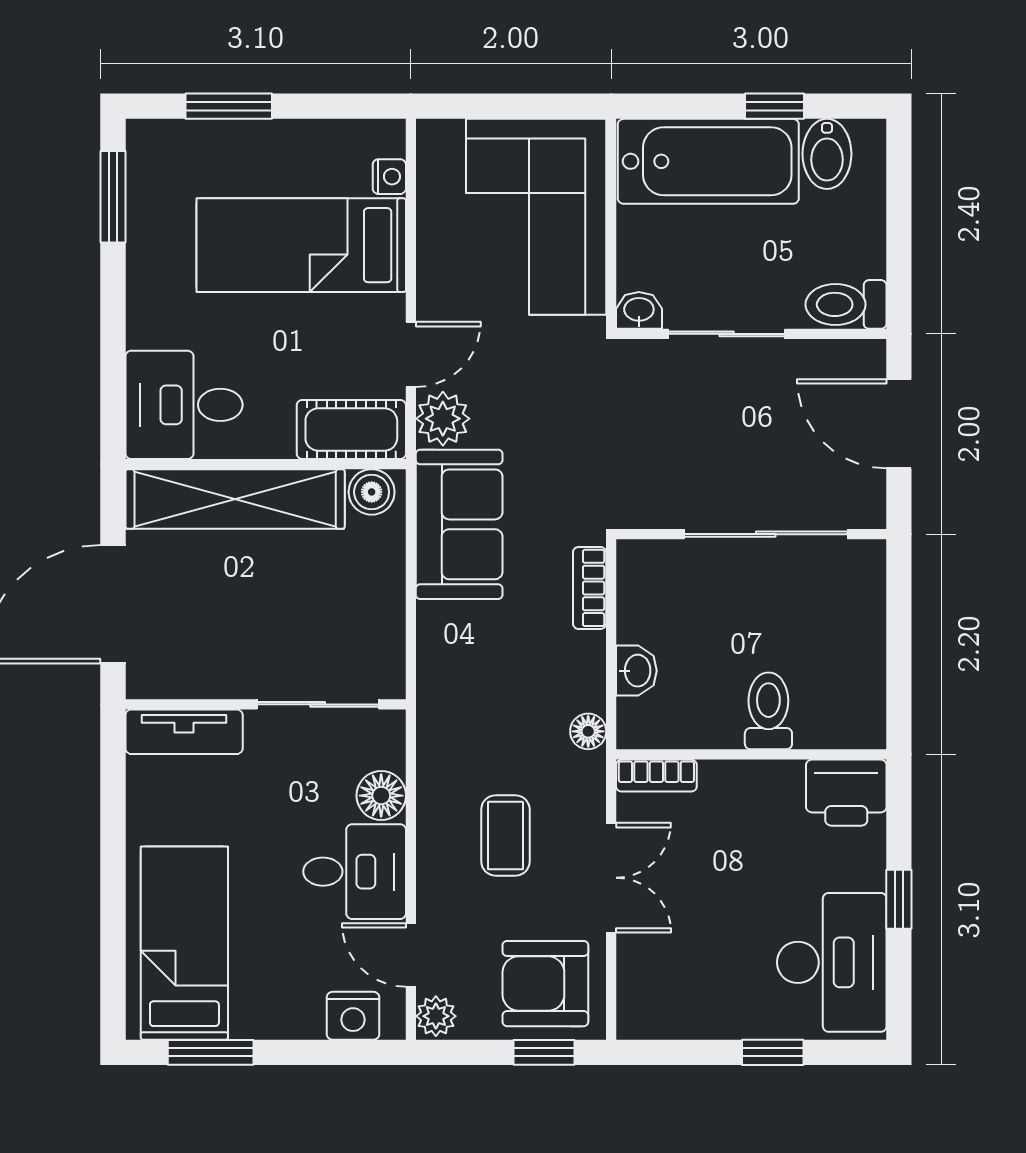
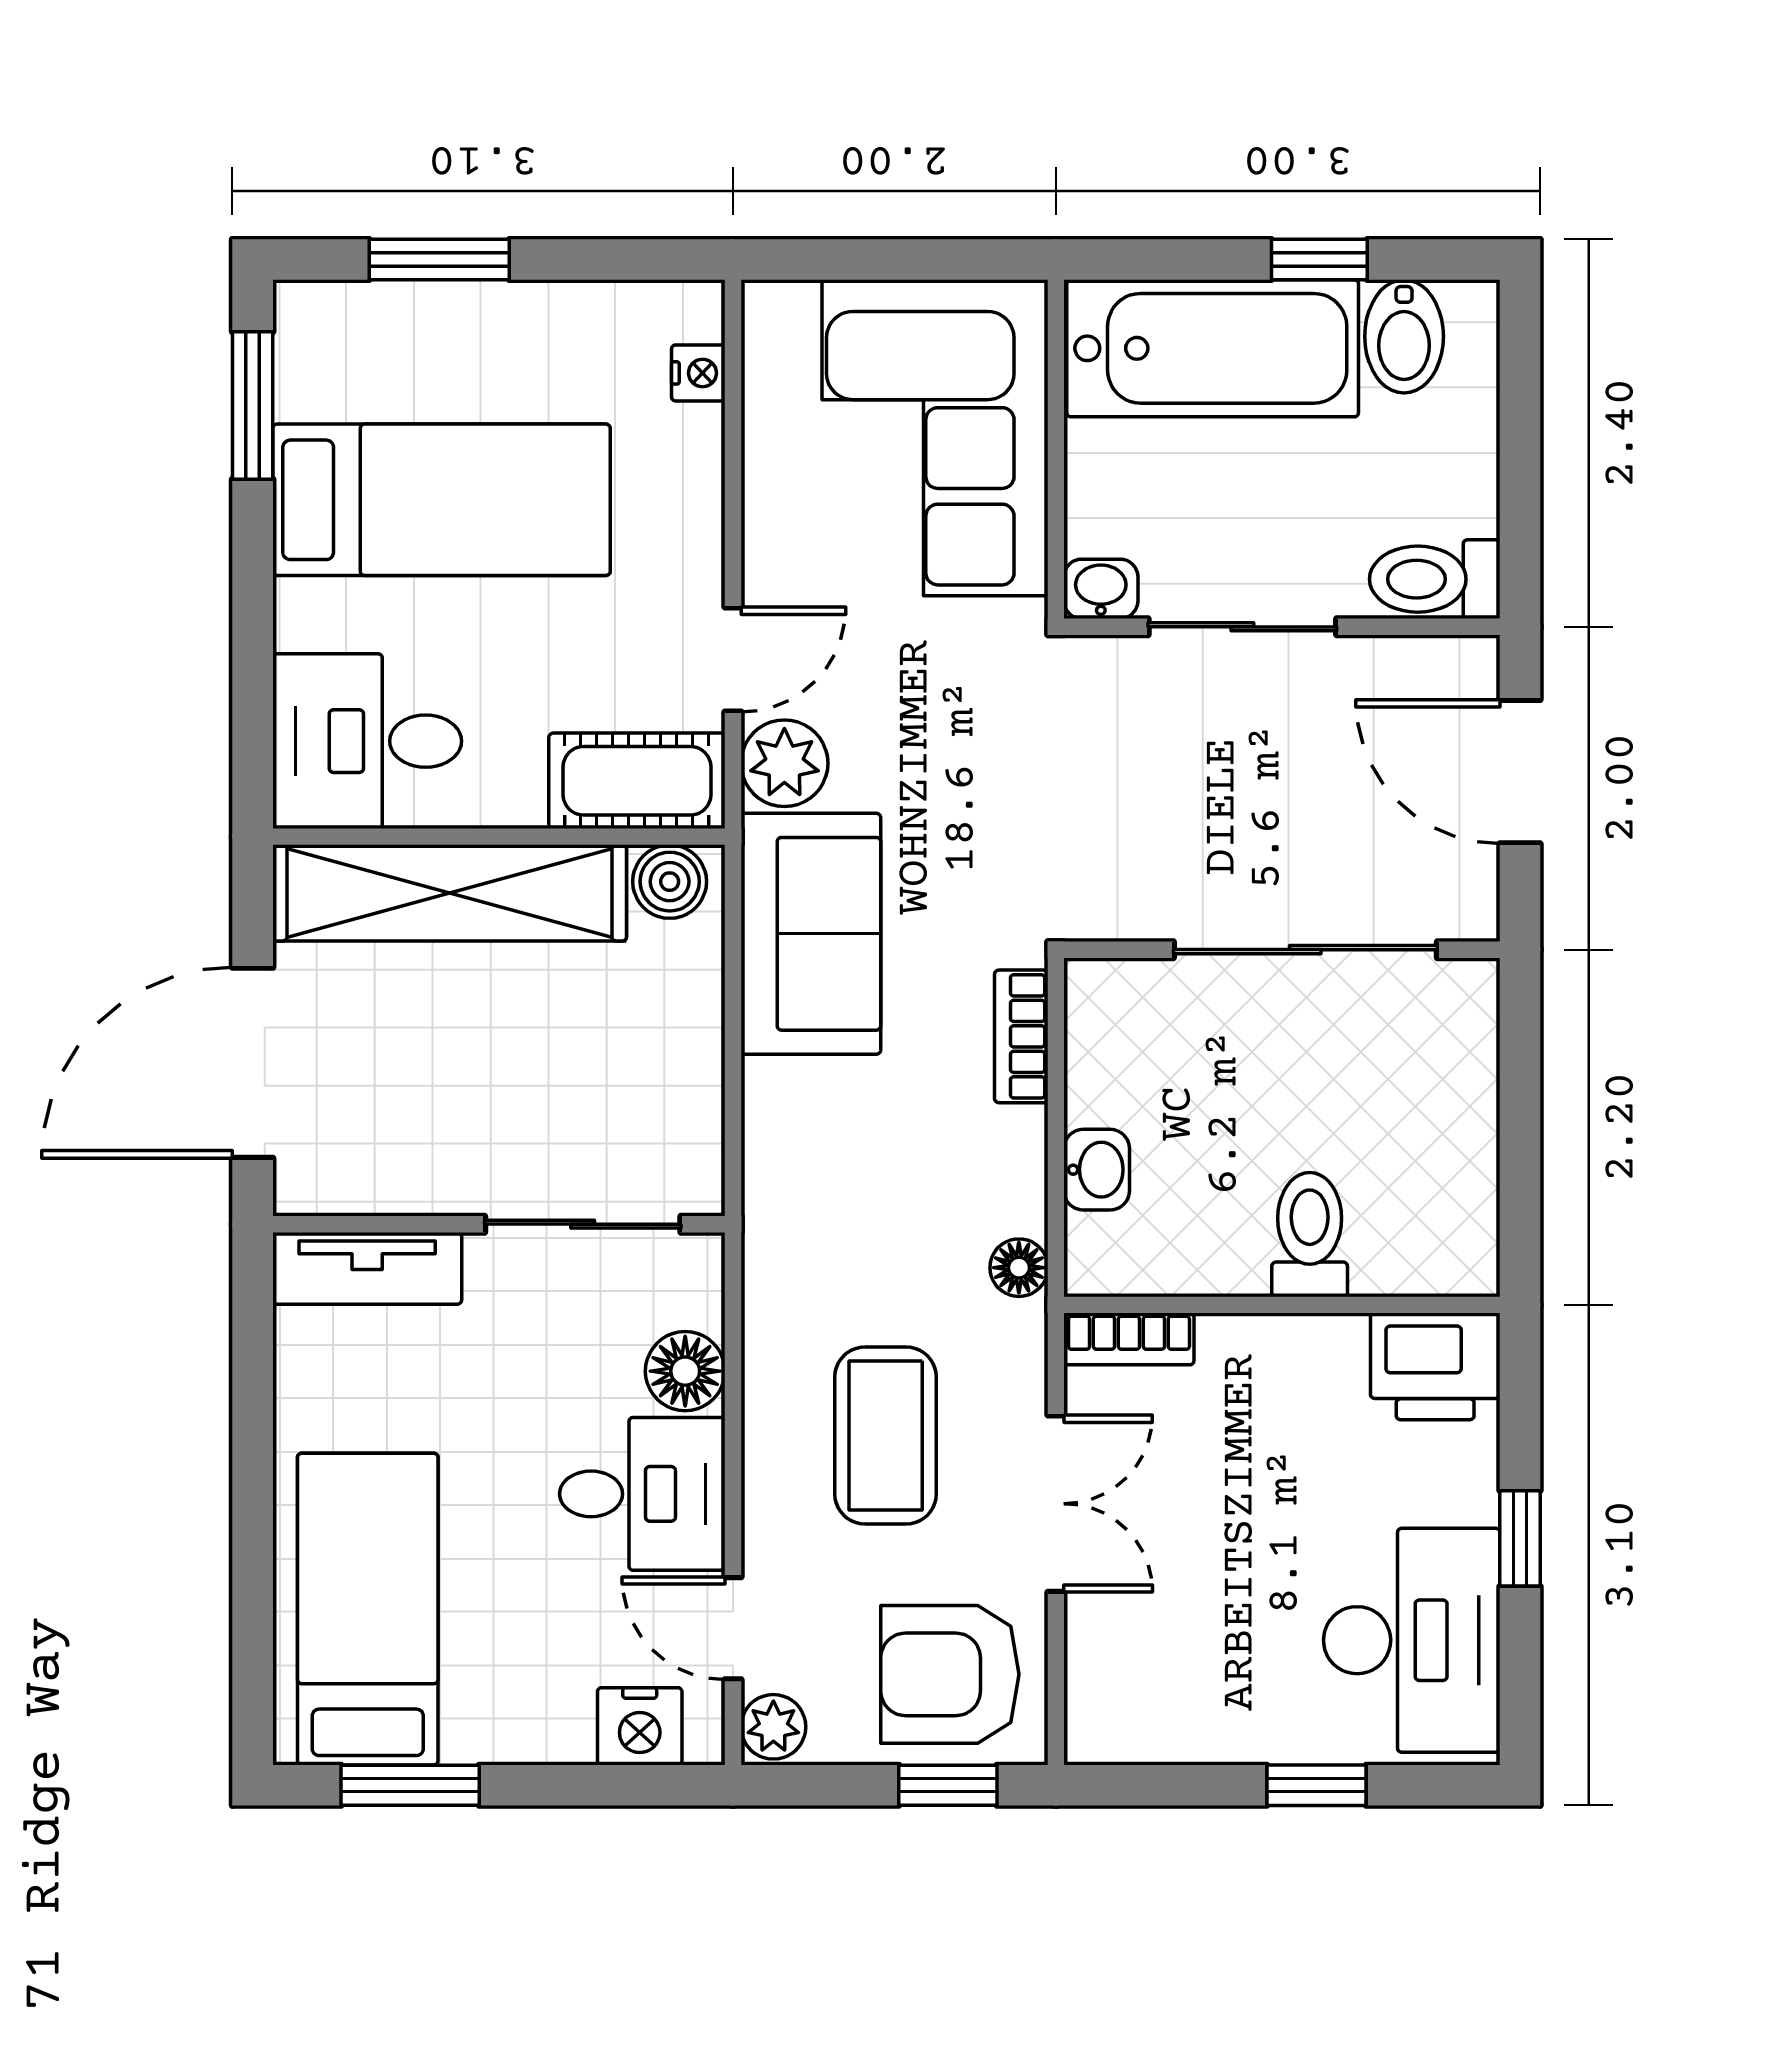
bed: (301, 245) -> (441, 500), moved, turned 180
coffee table: (505, 835) -> (886, 1436), width x1.36, depth x1.30

